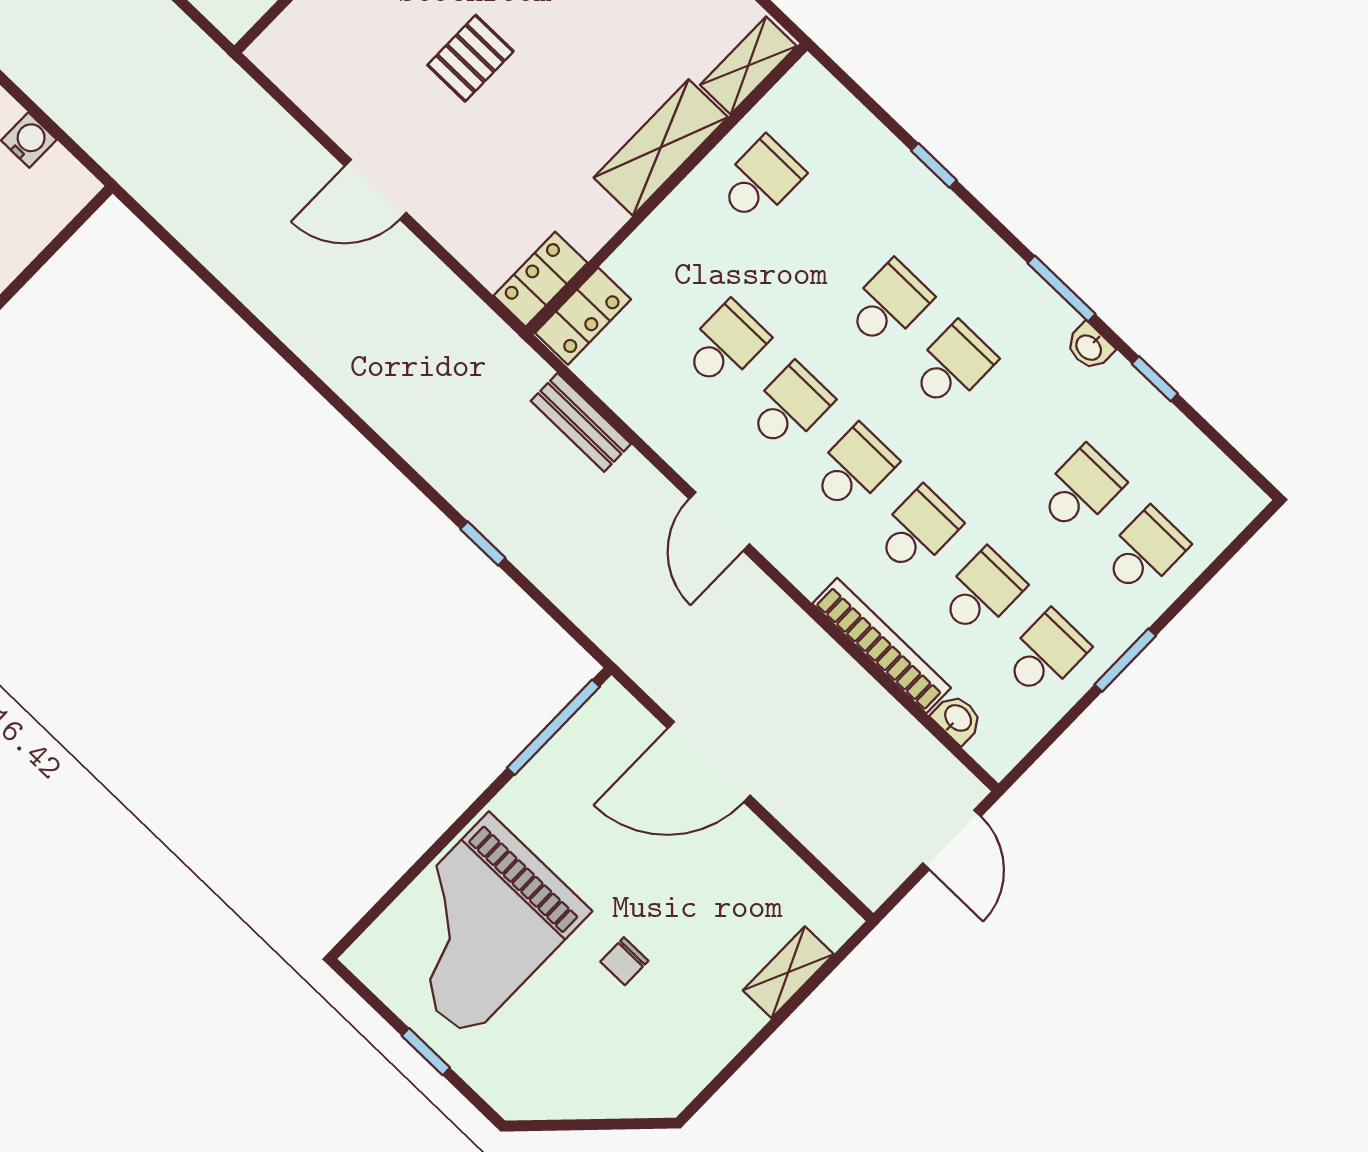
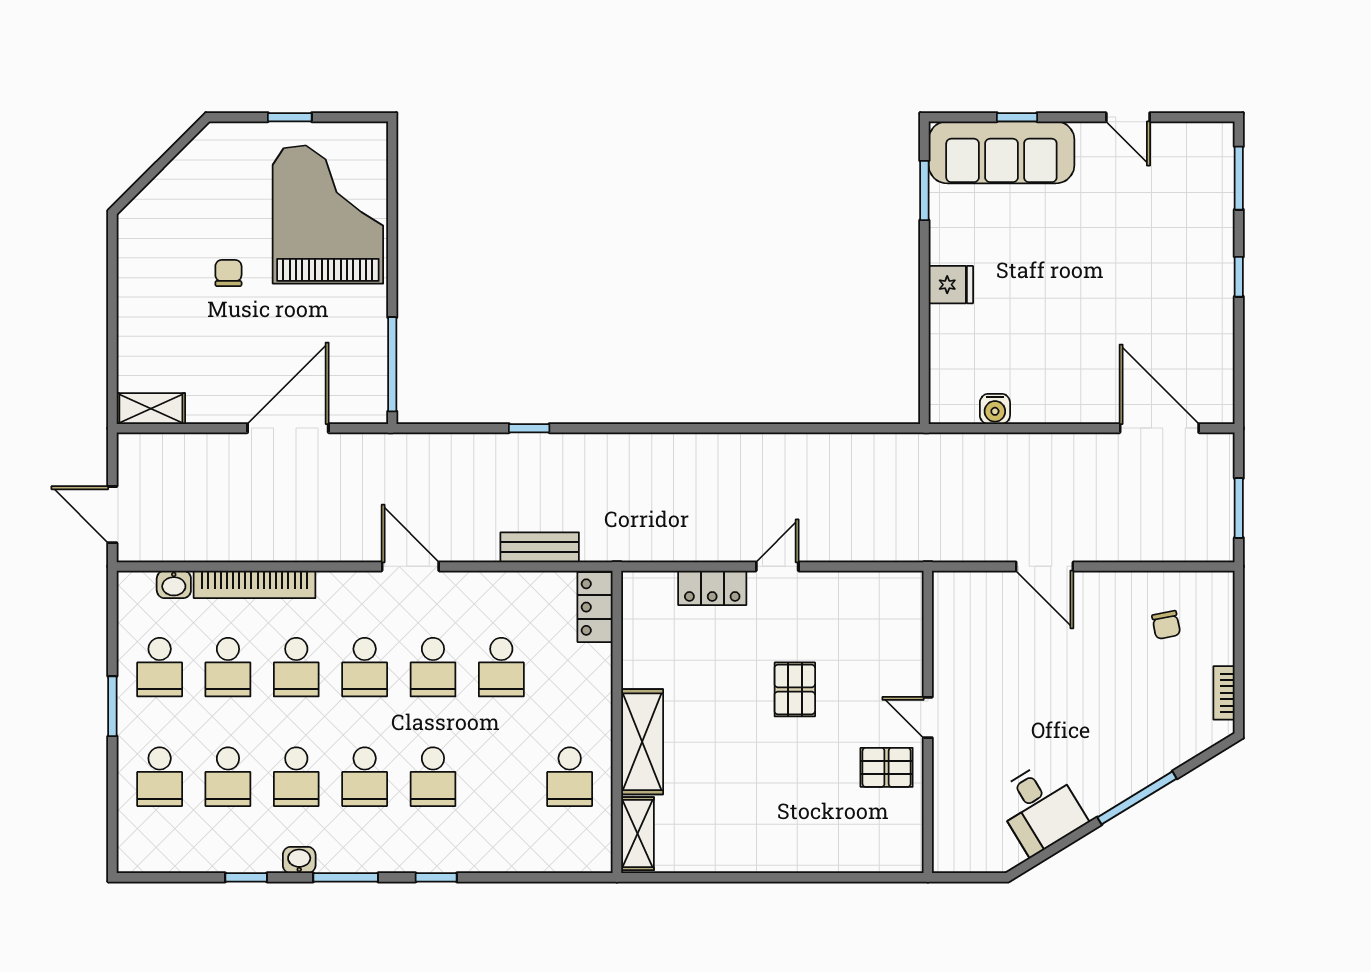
window: (934, 165) -> (436, 877), moved
door: (375, 189) -> (777, 566), width x0.73
locker: (540, 279) -> (712, 588), moved, turned 90
school desk: (1017, 428) -> (296, 777), added
shelving: (788, 972) -> (151, 409), moved, turned 90

